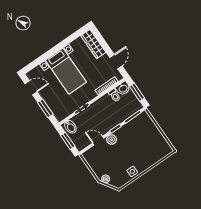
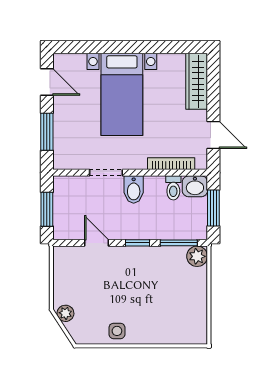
door: (116, 62) -> (213, 135), hinge flipped
bidet: (70, 127) -> (134, 190), moved
plant: (112, 140) -> (197, 256), moved

